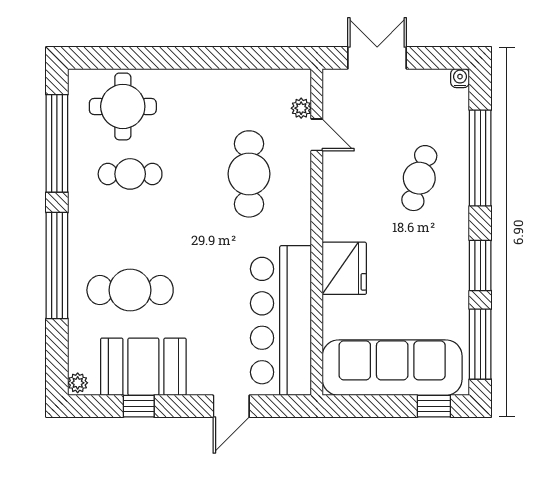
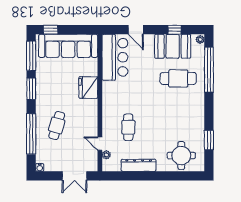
dresser: (224, 83) -> (139, 165), added
window: (57, 143) -> (209, 140), width x0.47
cafe table: (130, 174) -> (178, 127), removed
cafe table: (249, 174) -> (128, 127), width x0.73, depth x0.74
window: (57, 265) -> (209, 70), moved
bar counter: (281, 321) -> (115, 57), width x0.73
door: (231, 406) -> (136, 30), swing flipped

